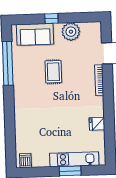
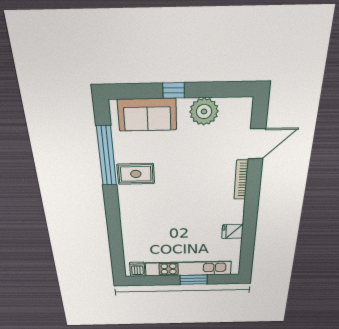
rug: (53, 72) -> (136, 174), moved, turned 90
kitchen unit: (74, 159) -> (188, 269), width x1.36

